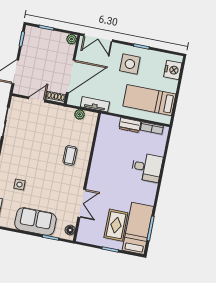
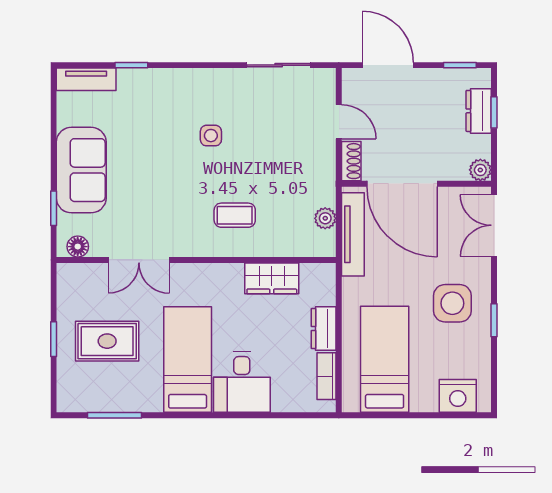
dresser: (44, 35) -> (479, 111), added
tv unit: (95, 104) -> (353, 234), width x1.41
wardrobe: (102, 144) -> (272, 278), added
side table: (19, 185) -> (211, 136), moved
bed: (138, 228) -> (188, 359), moved, turned -90

